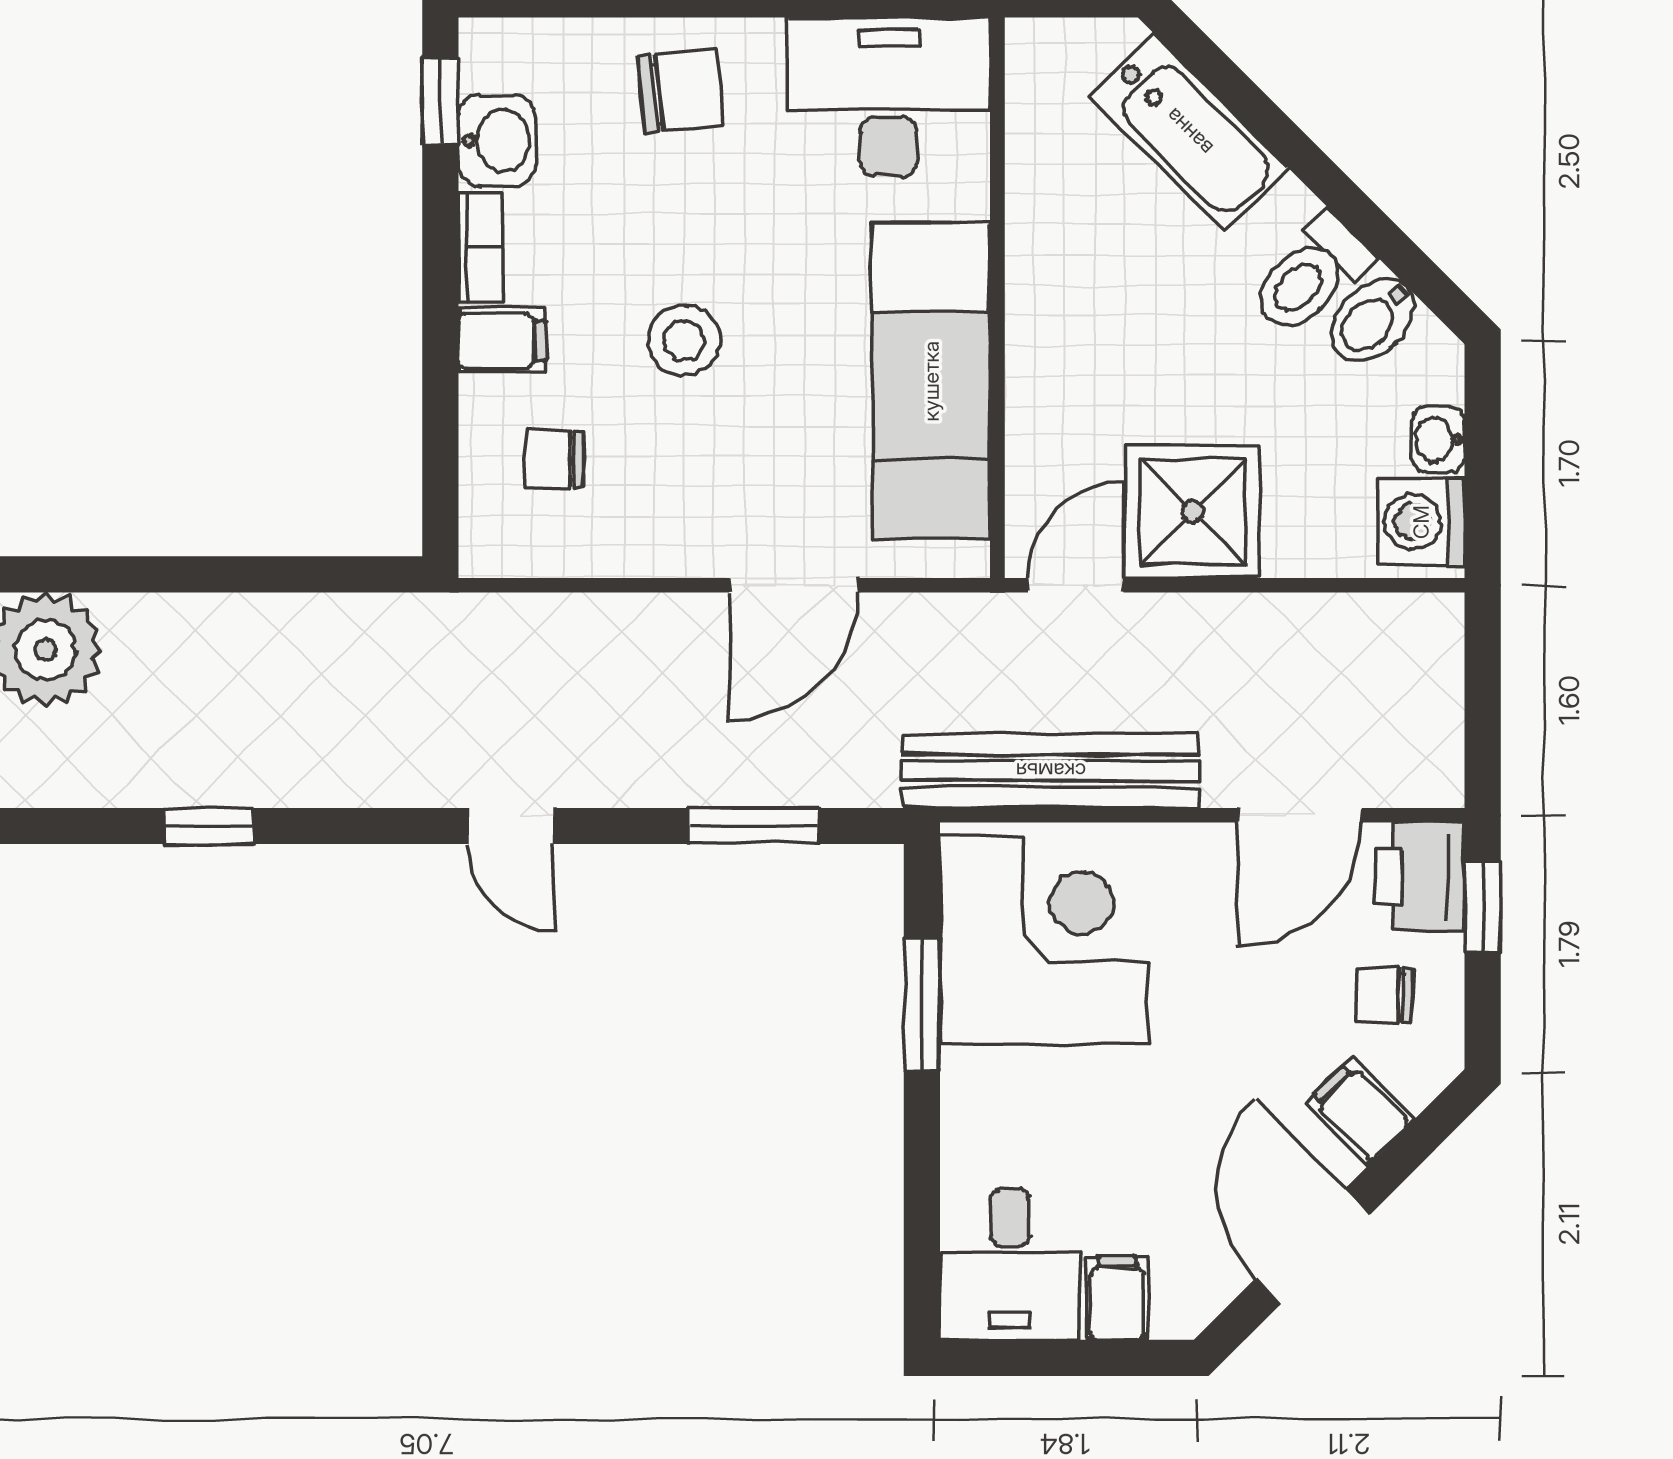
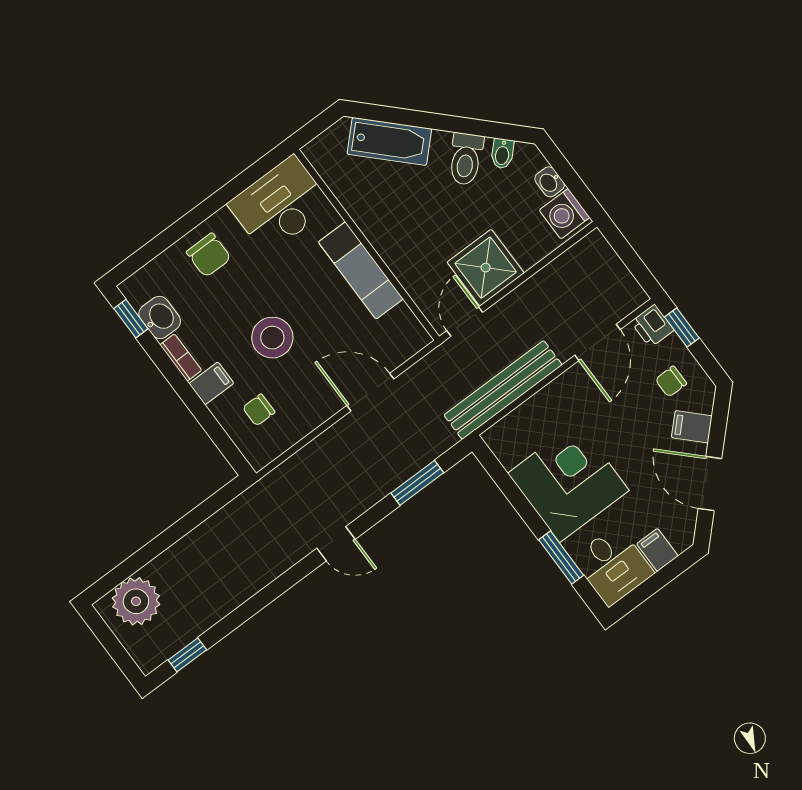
chair: (680, 91) -> (209, 255), turned 96
bidet: (1373, 320) -> (502, 154), width x0.72, depth x0.74
stool: (684, 340) -> (272, 338), width x1.38, depth x1.38
exam couch: (931, 381) -> (361, 270), width x0.73, depth x0.69
door: (794, 585) -> (370, 392), swing flipped
window: (209, 826) -> (187, 655), moved
printer: (1420, 877) -> (652, 326), width x0.73, depth x0.81
corner desk: (1044, 940) -> (568, 482), moved
window: (922, 1004) -> (561, 558), moved

